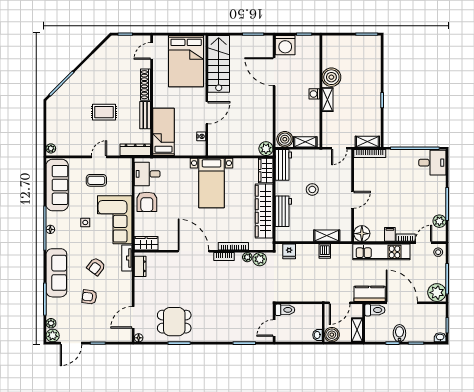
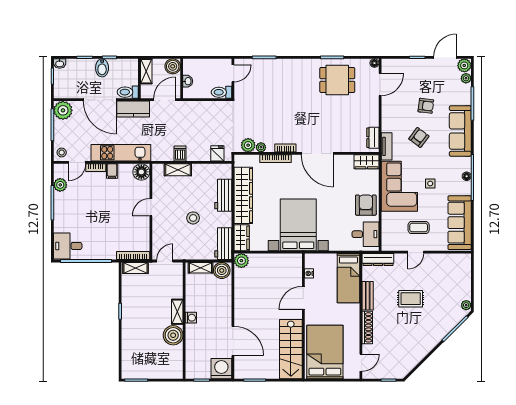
plant: (51, 148) -> (466, 305), moved
bed with nightstands: (212, 183) -> (298, 225), width x1.36
washbasin: (317, 335) -> (188, 81), moved

